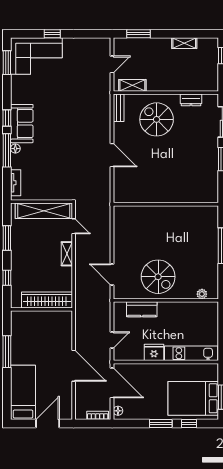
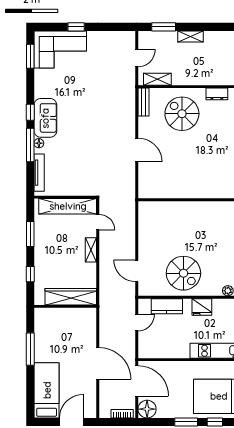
shelving: (184, 43) -> (190, 36), moved
tv unit: (16, 183) -> (39, 173), width x1.41
door: (112, 340) -> (137, 323), moved
fridge: (154, 352) -> (202, 307), moved, turned 180
floor lamp: (118, 411) -> (147, 409), width x1.89, depth x1.89

